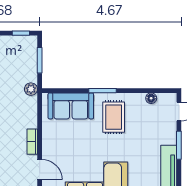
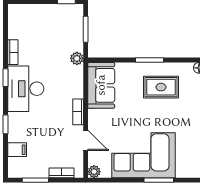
sofa: (71, 106) -> (101, 85), moved, turned -90
rug: (114, 117) -> (161, 87), turned 90

